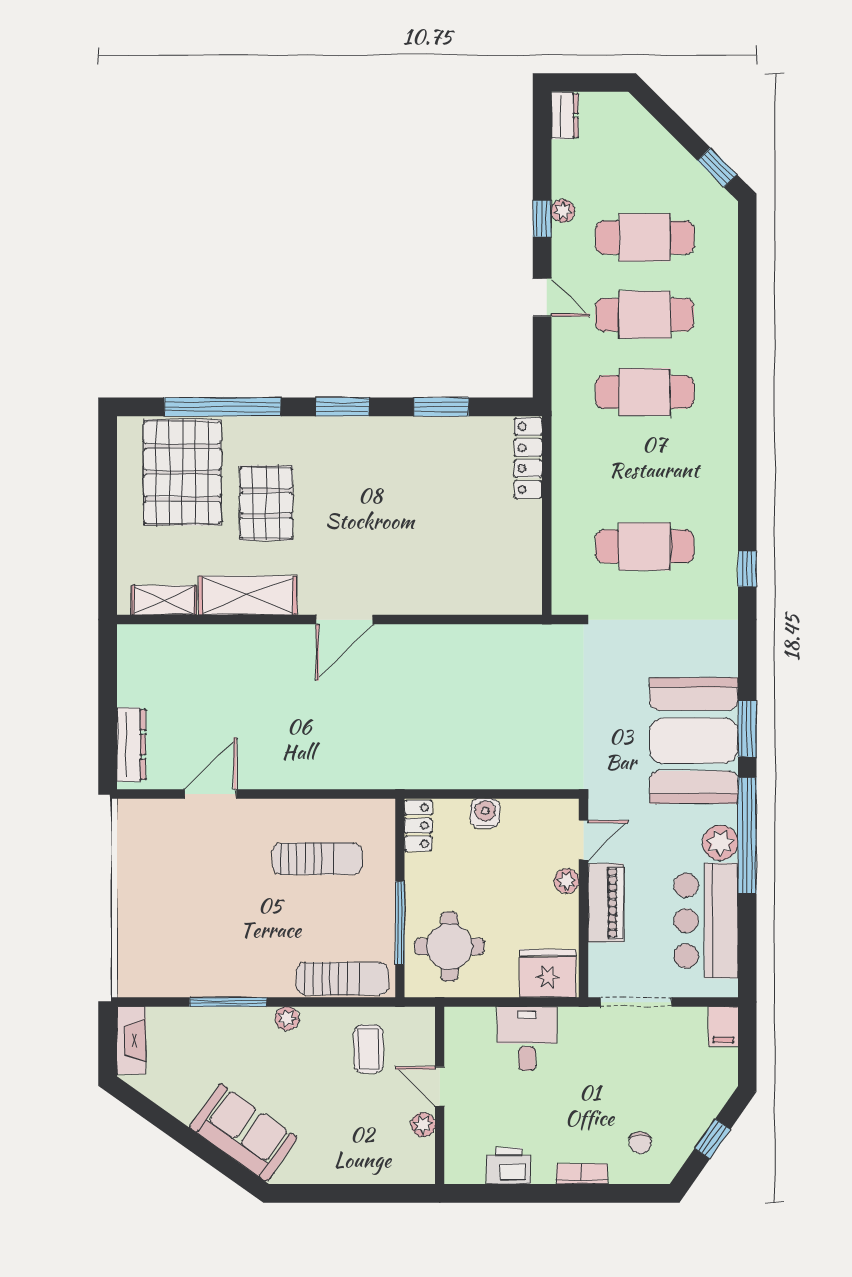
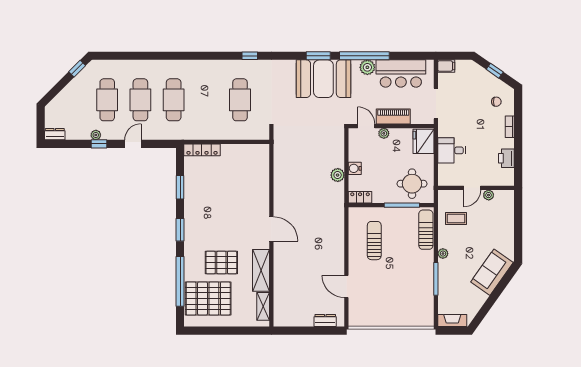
dresser: (131, 745) -> (325, 320), width x0.70
plant: (470, 773) -> (338, 175), added

